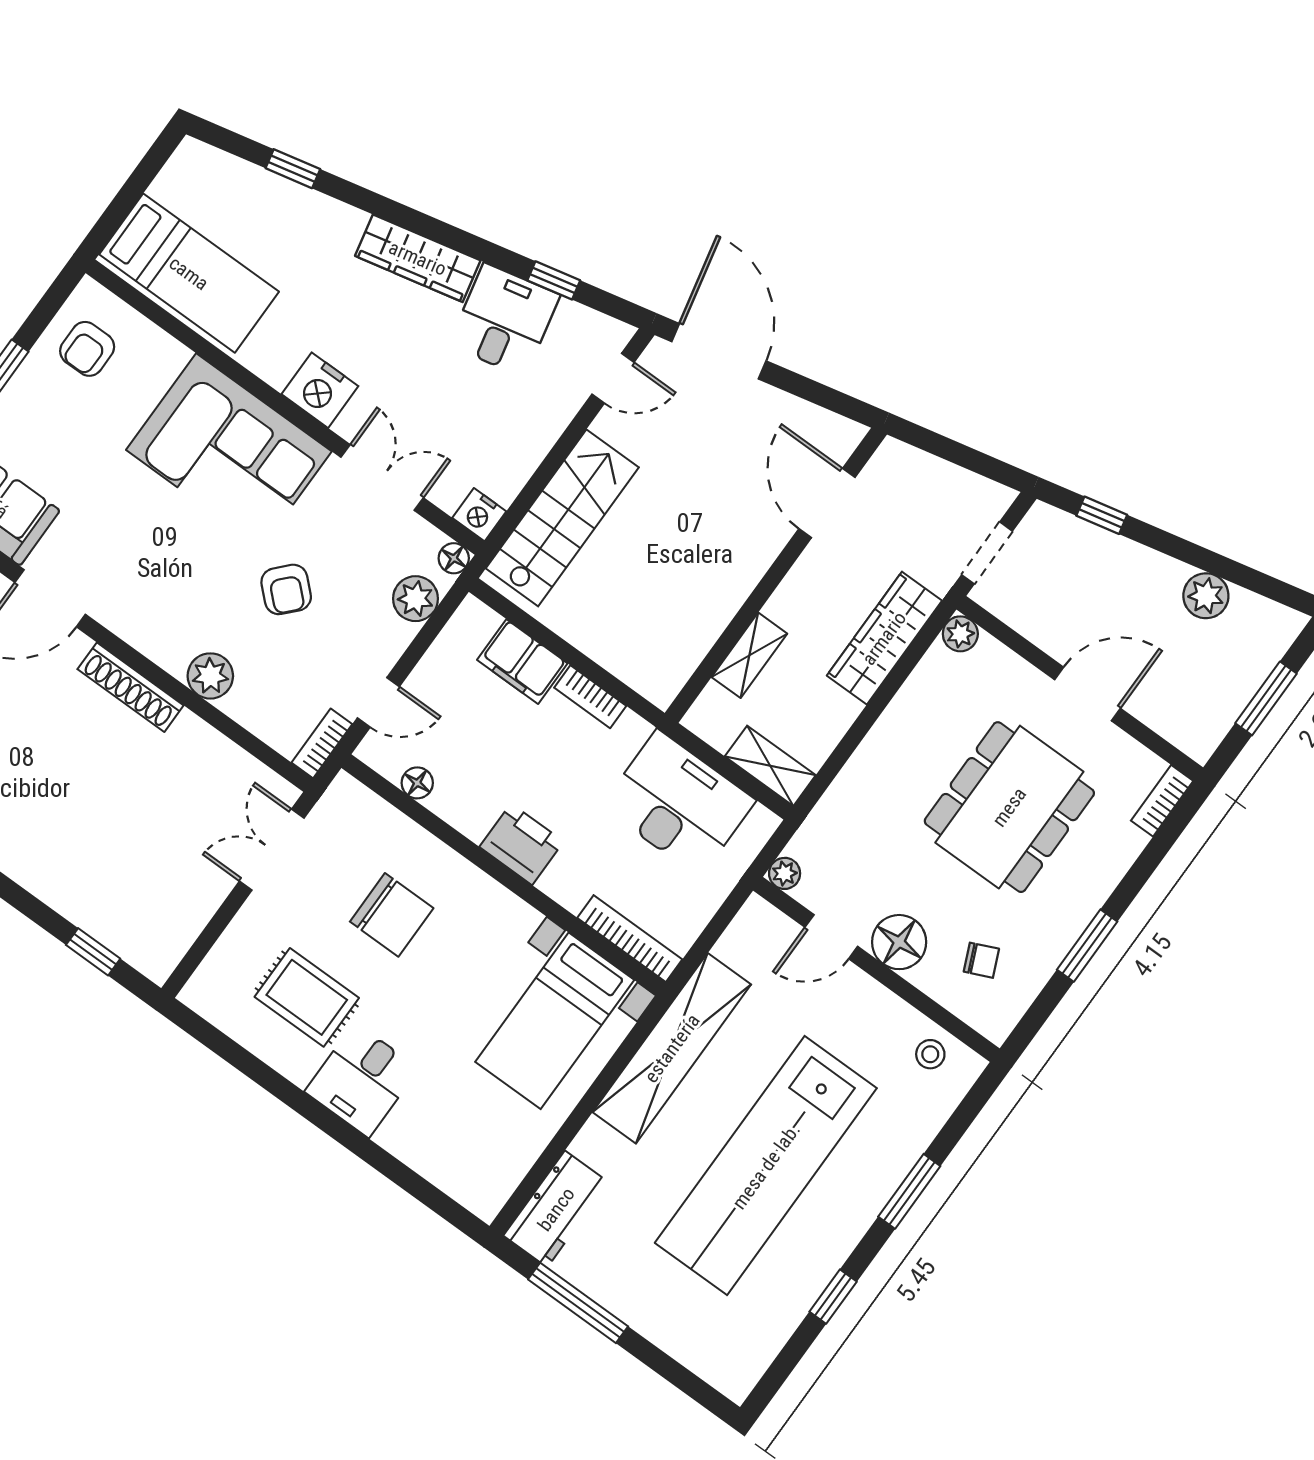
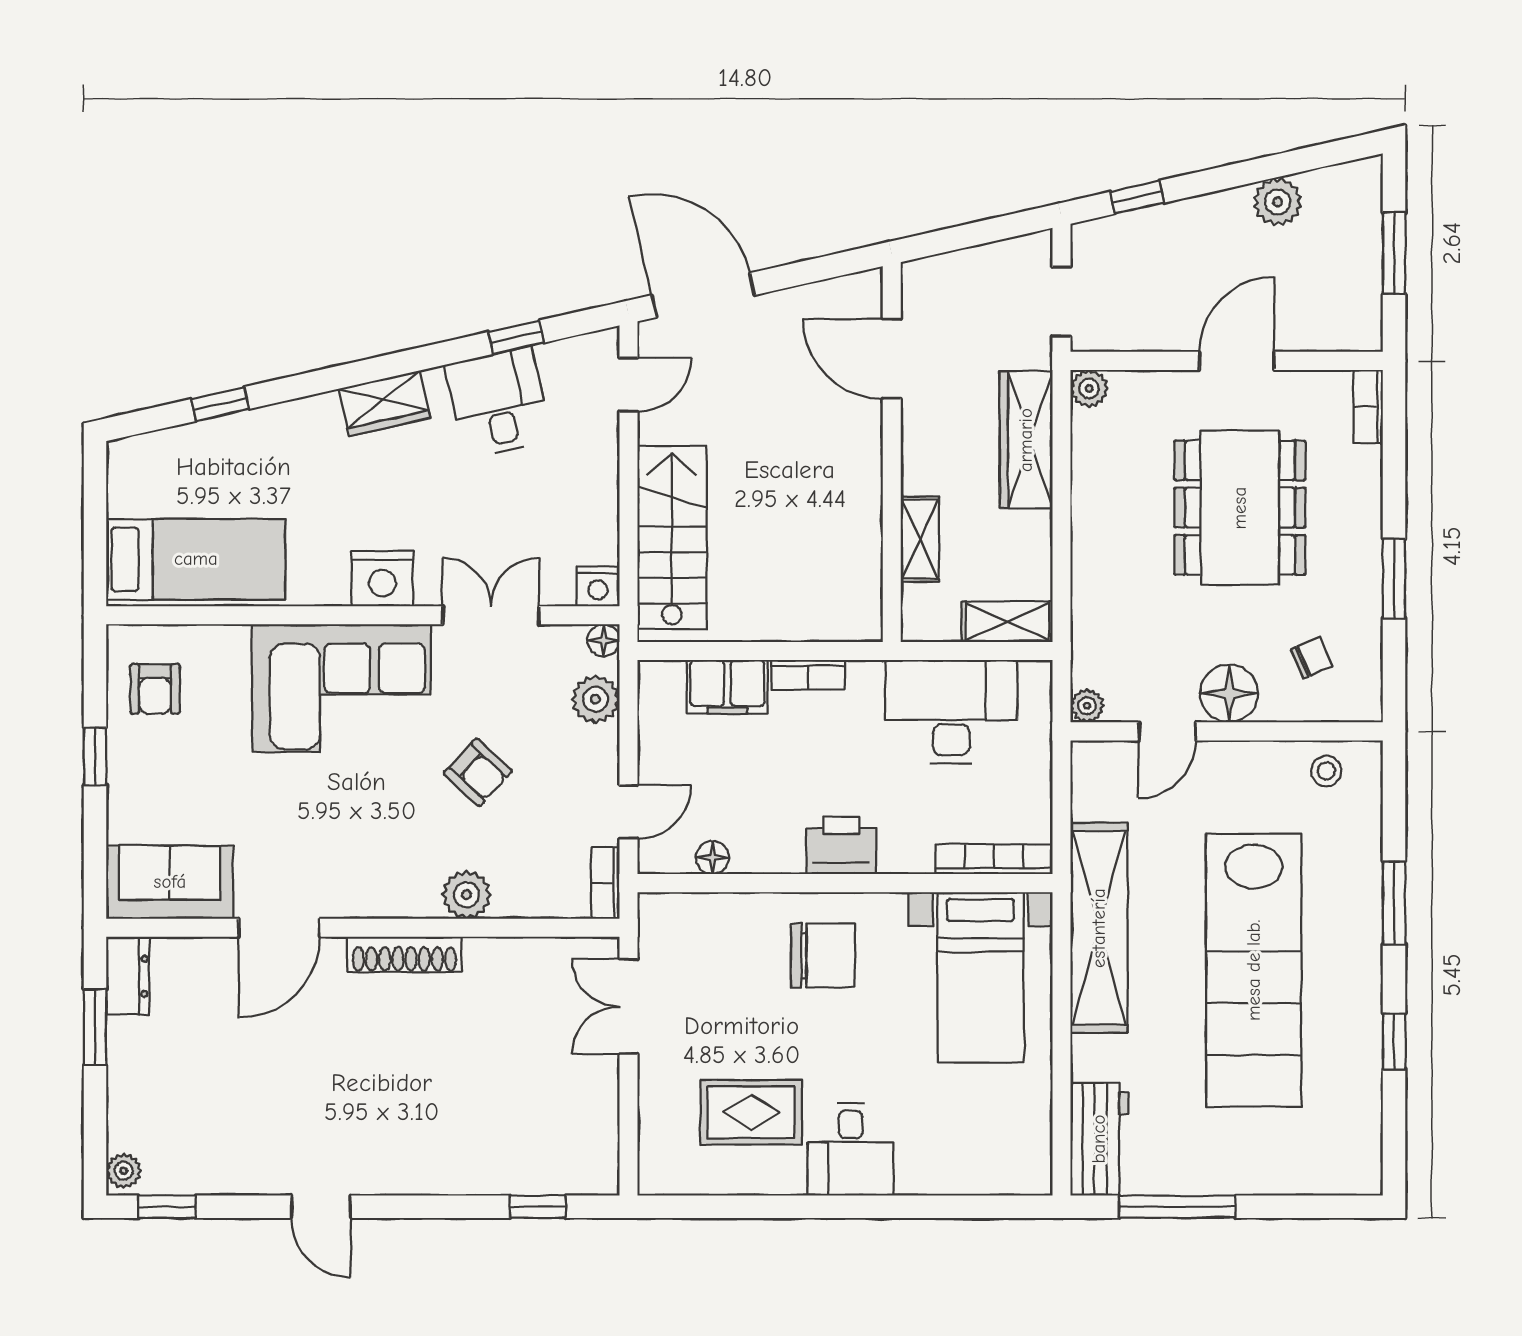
wardrobe: (418, 258) -> (384, 403), width x0.67
chair: (392, 915) -> (823, 955), moved

